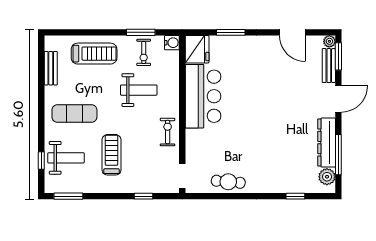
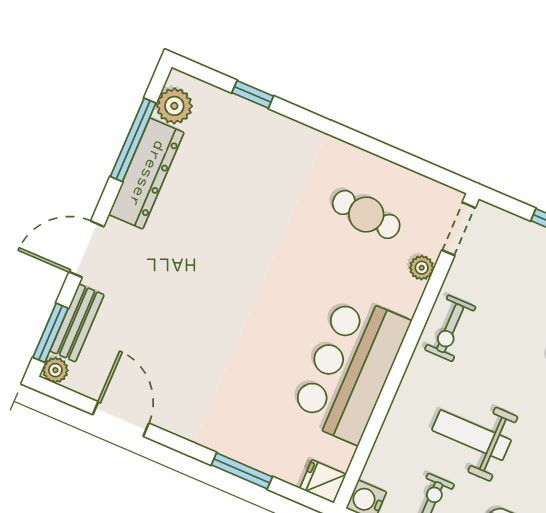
fridge: (197, 49) -> (323, 481), width x0.53, depth x0.75
plant: (191, 153) -> (422, 268), added
cafe table: (228, 182) -> (366, 214), moved

